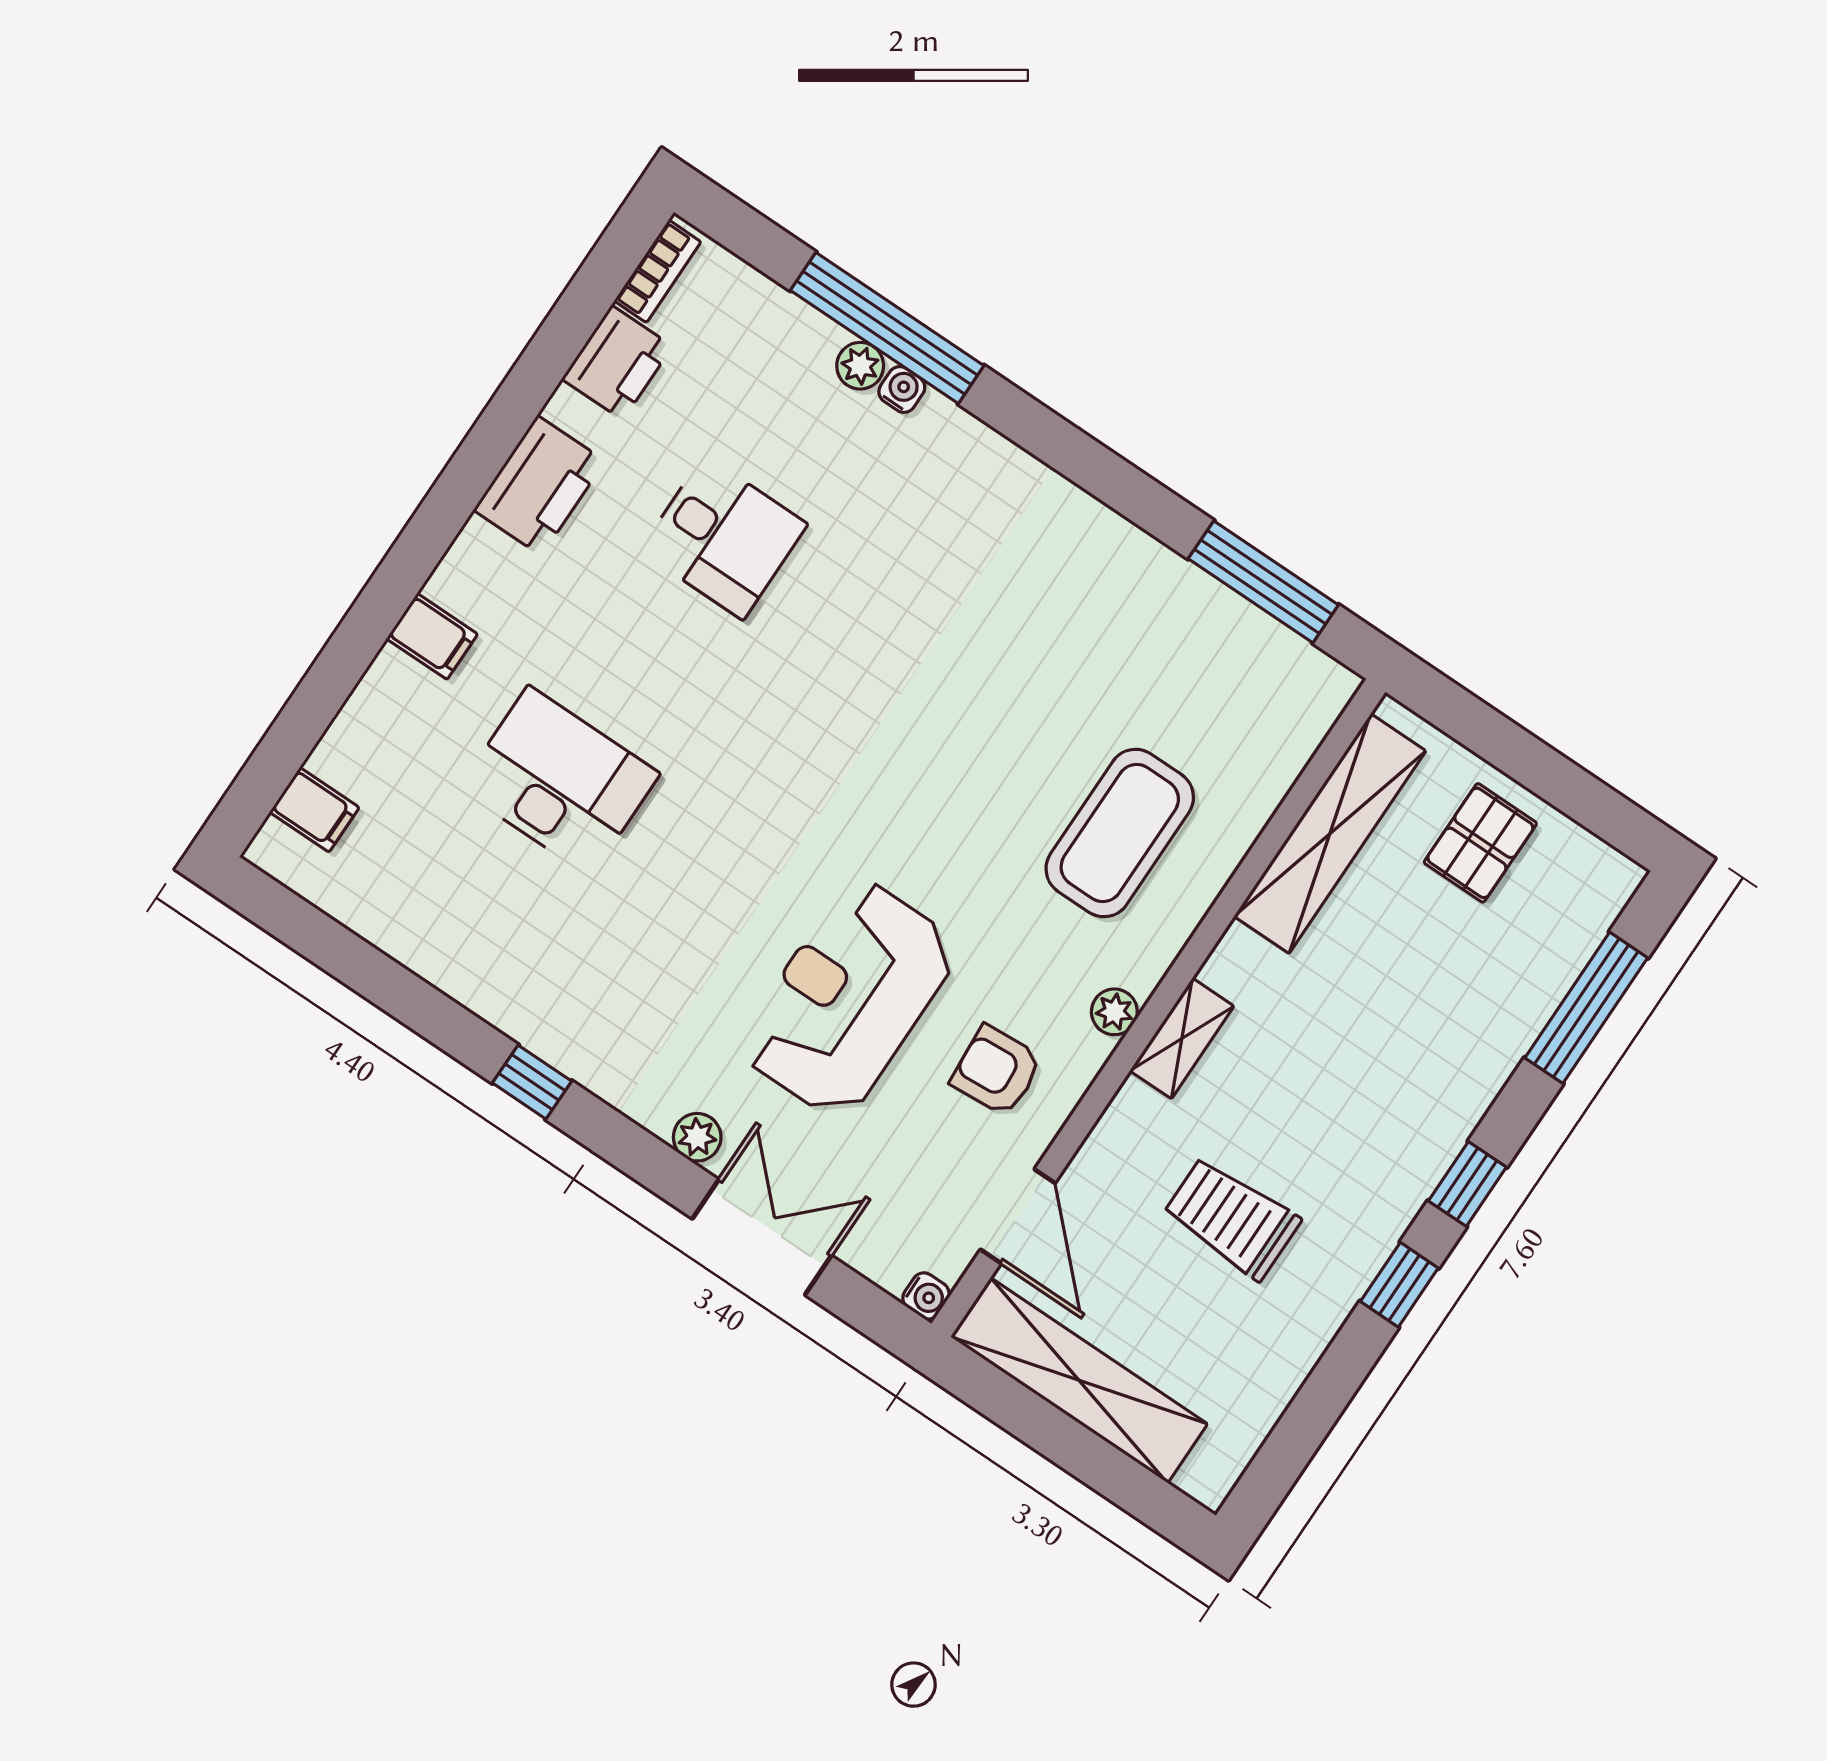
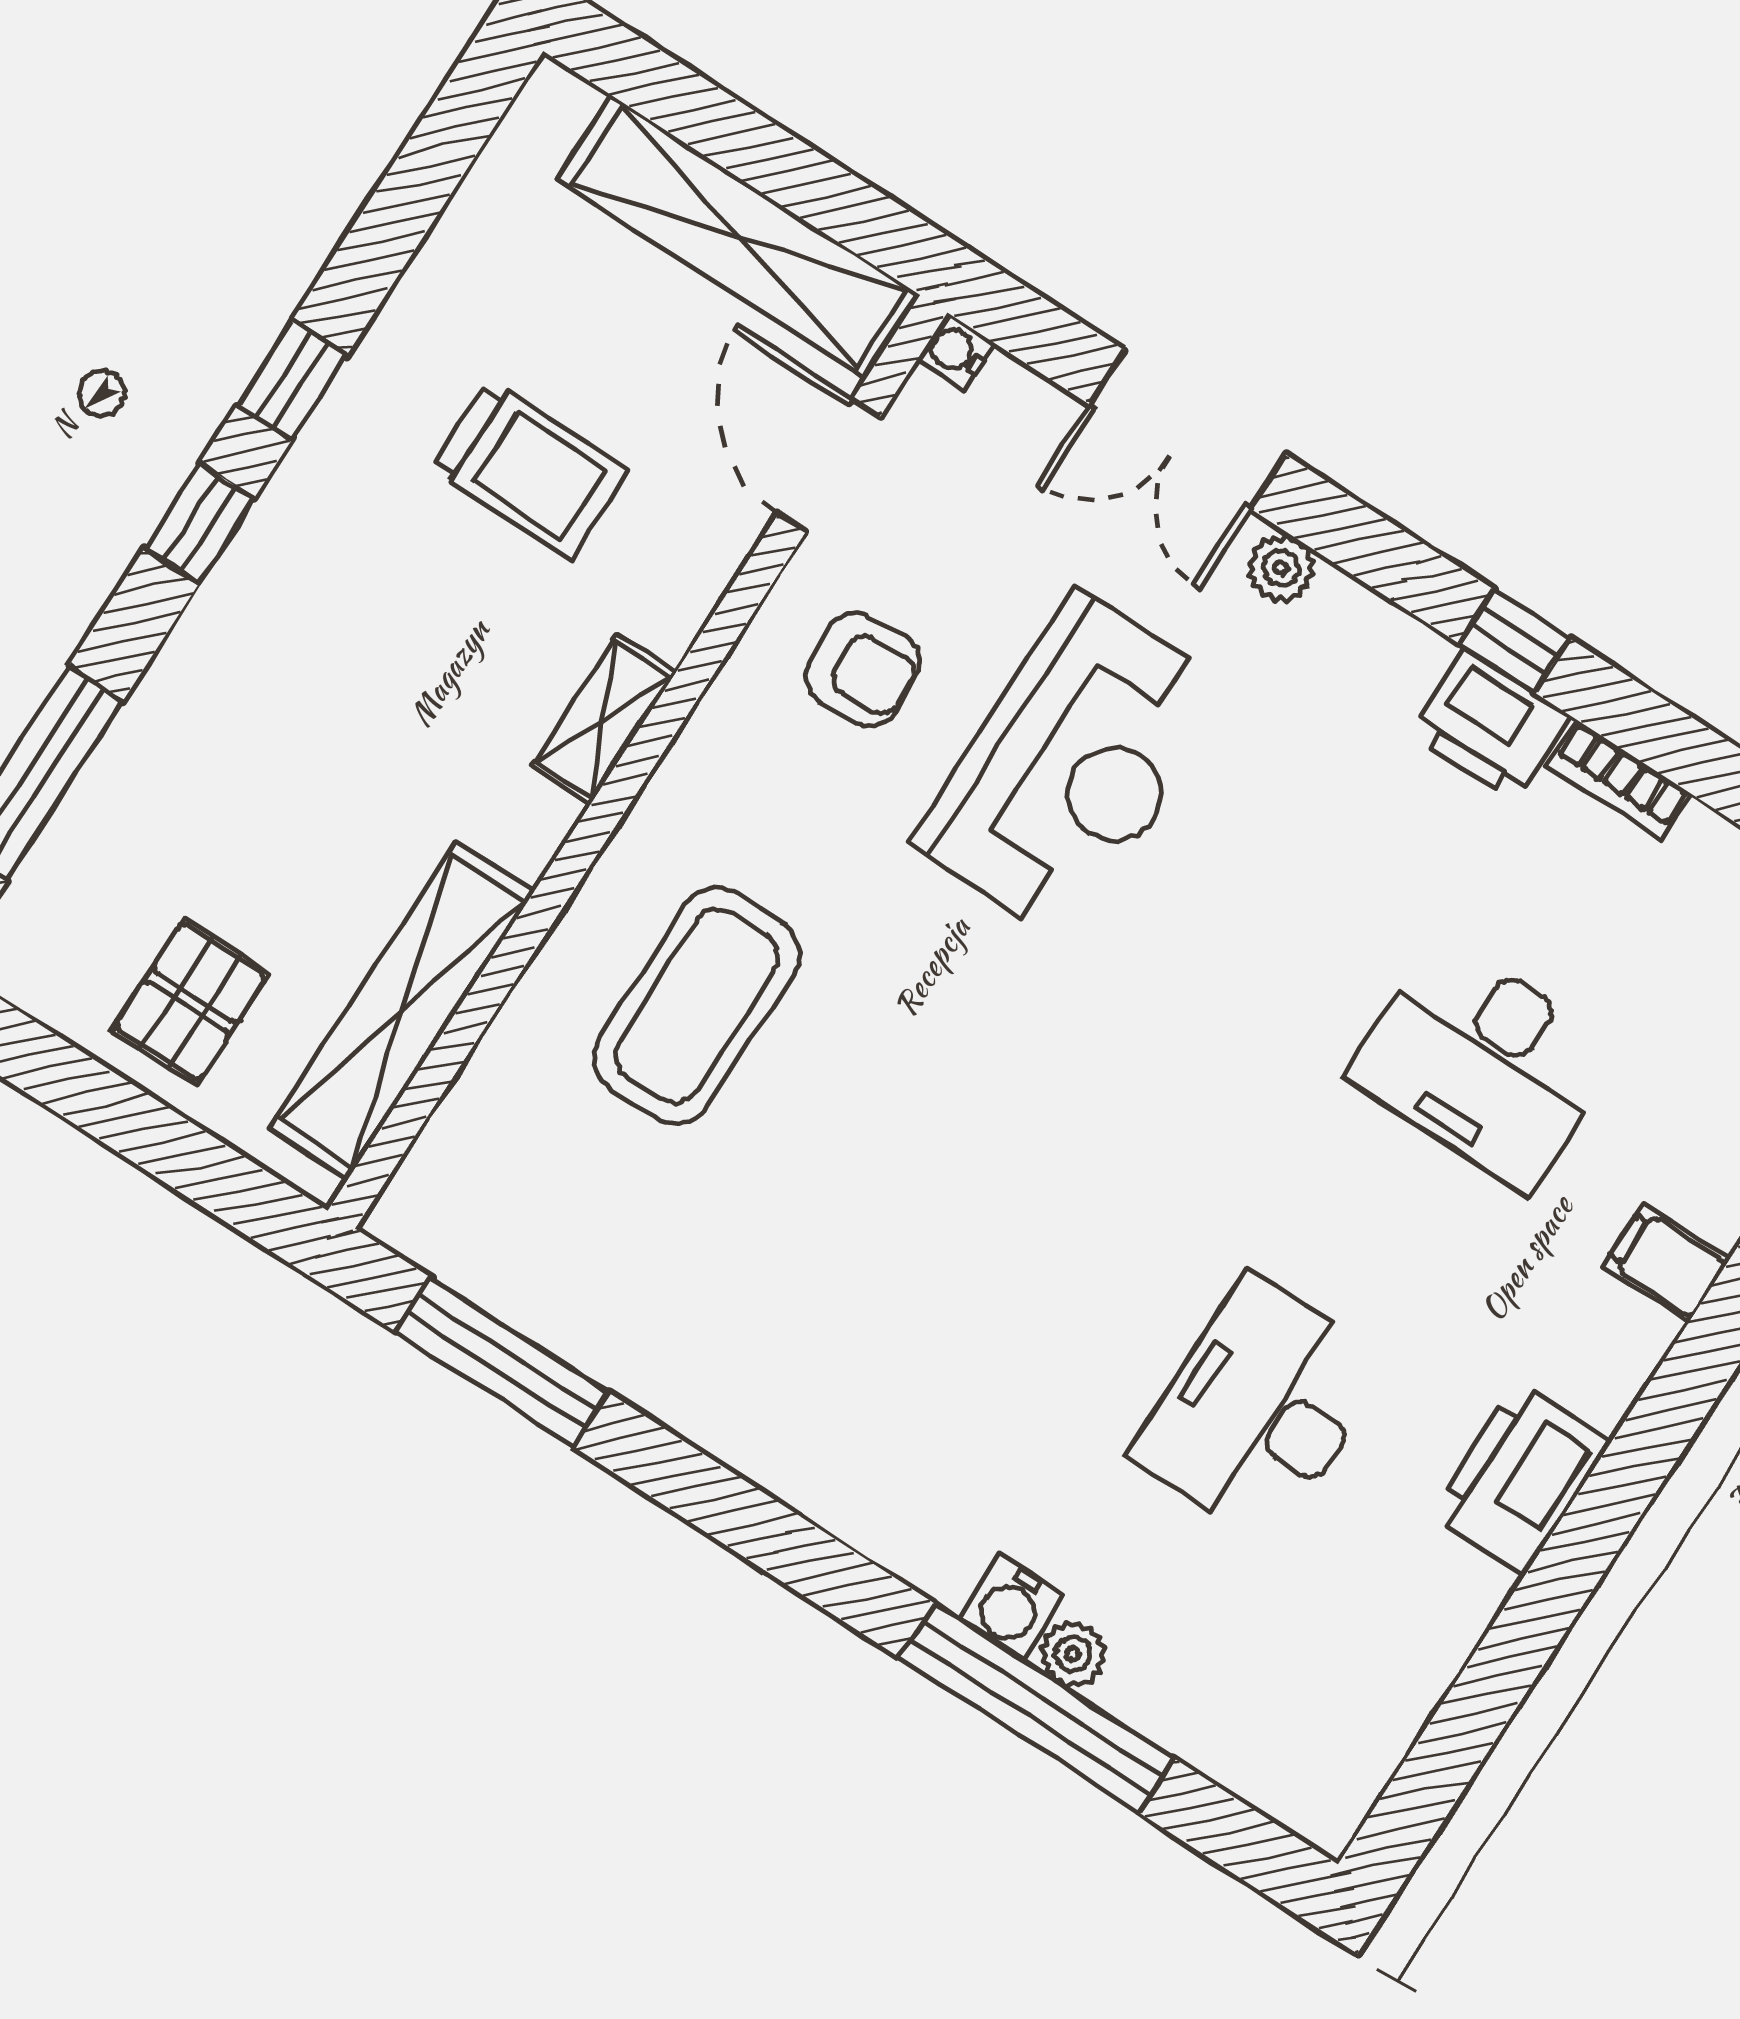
bookcase: (658, 271) -> (1619, 780), moved, turned -90
printer: (617, 363) -> (1490, 725), moved, turned -90
water cooler: (902, 389) -> (1011, 1607), width x1.38, depth x1.38
desk: (724, 537) -> (1260, 1410), width x1.37
plant: (1114, 1012) -> (699, 755), removed

